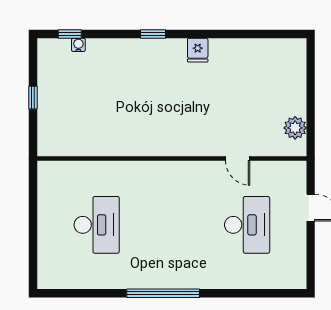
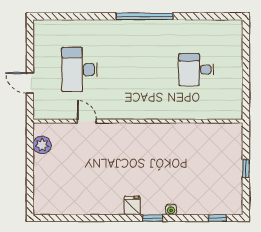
water cooler: (78, 45) -> (171, 210), moved
fridge: (198, 50) -> (132, 205), moved
desk: (97, 225) -> (196, 70), width x0.73

